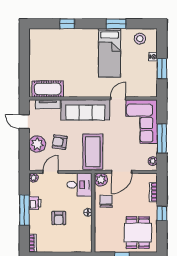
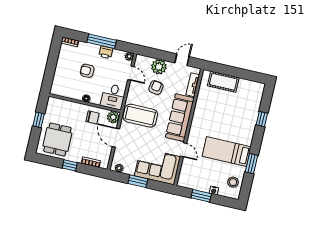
cot: (48, 89) -> (223, 82), moved, turned 90
window: (162, 138) -> (138, 181), width x0.69
dining table: (138, 233) -> (57, 140), turned 90

